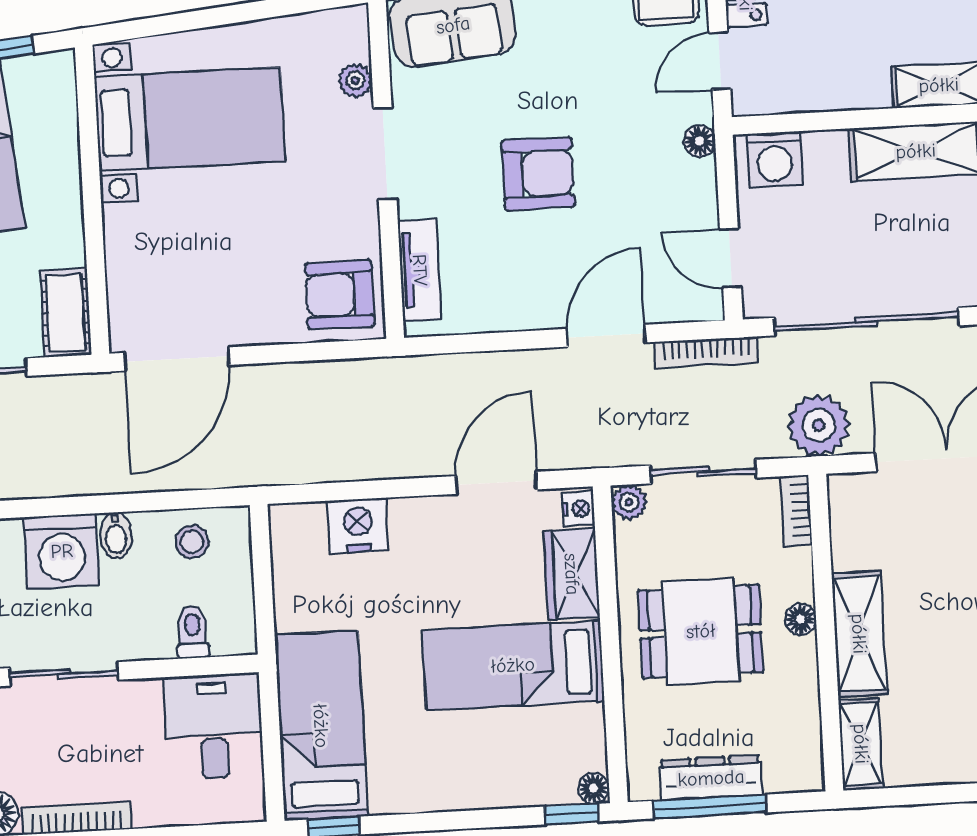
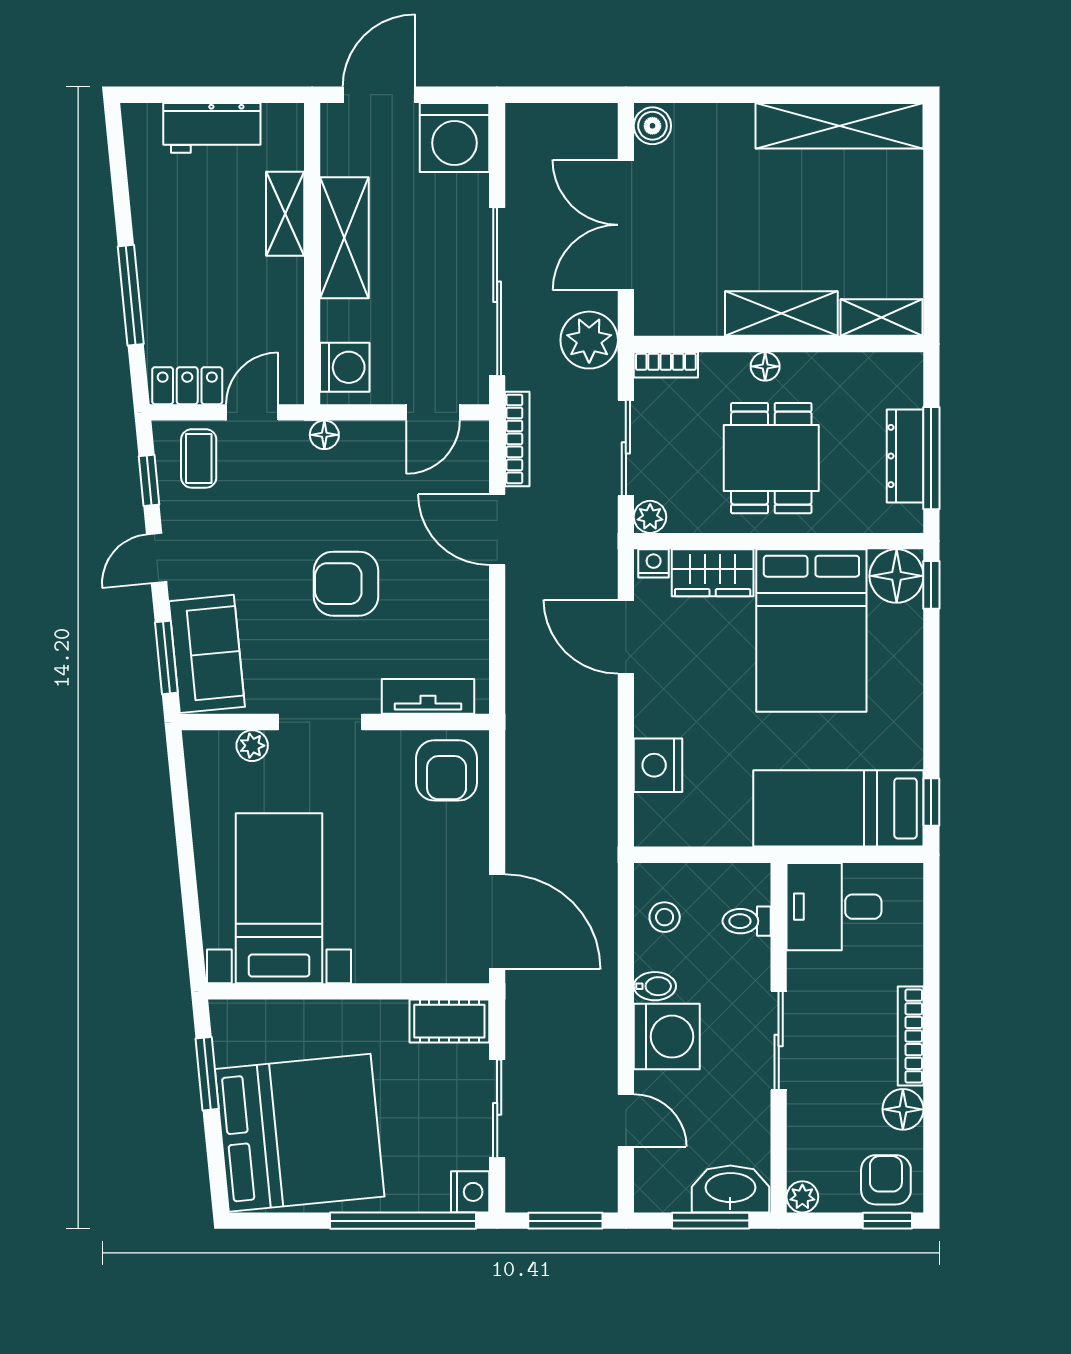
door: (720, 61) -> (252, 412), swing flipped
armchair: (538, 174) -> (346, 584), turned -90
bed: (513, 665) -> (811, 631), width x1.50
floor lamp: (594, 788) -> (897, 576), width x1.89, depth x1.89

